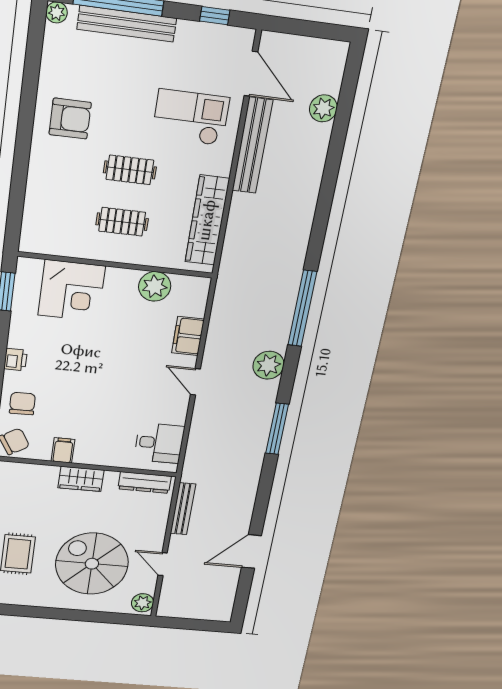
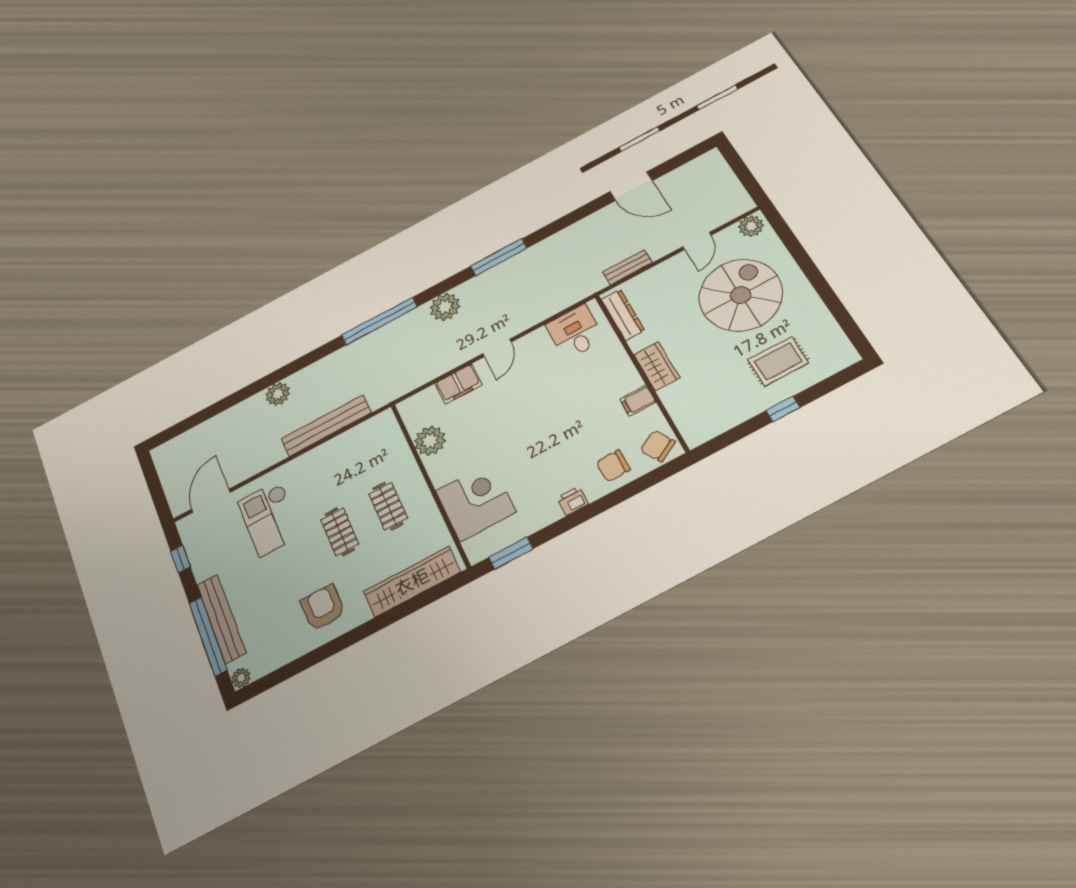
plant: (323, 108) -> (278, 394), moved
bench: (252, 146) -> (326, 426), moved
wardrobe: (207, 220) -> (412, 582), moved, turned 180
bench: (183, 509) -> (627, 267), width x0.73
spiral stairs: (92, 564) -> (741, 295), turned 180

